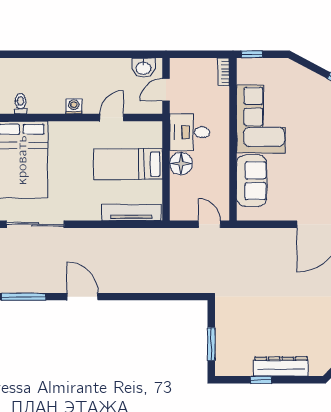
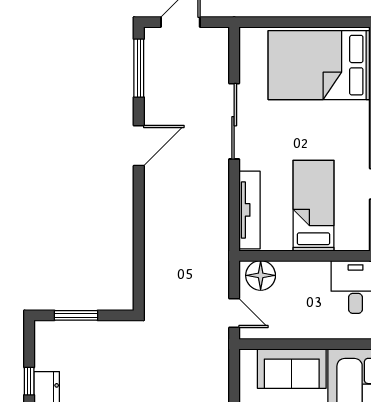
floor lamp: (181, 164) -> (261, 275), moved
sliding door: (35, 224) -> (234, 121), moved
door: (209, 224) -> (234, 313), hinge flipped

